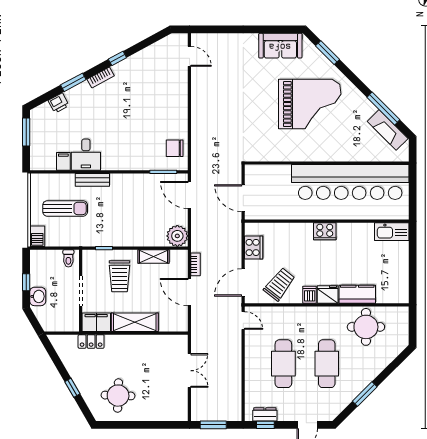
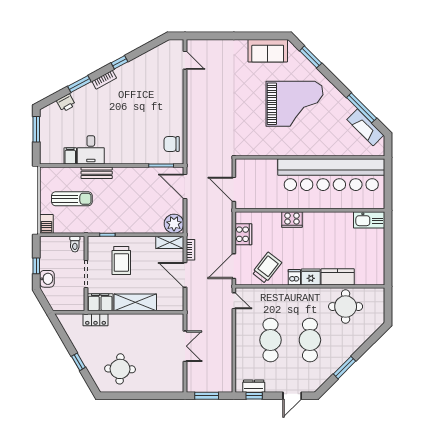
cooker: (325, 231) -> (292, 220), moved
shelving: (153, 256) -> (170, 242), moved

